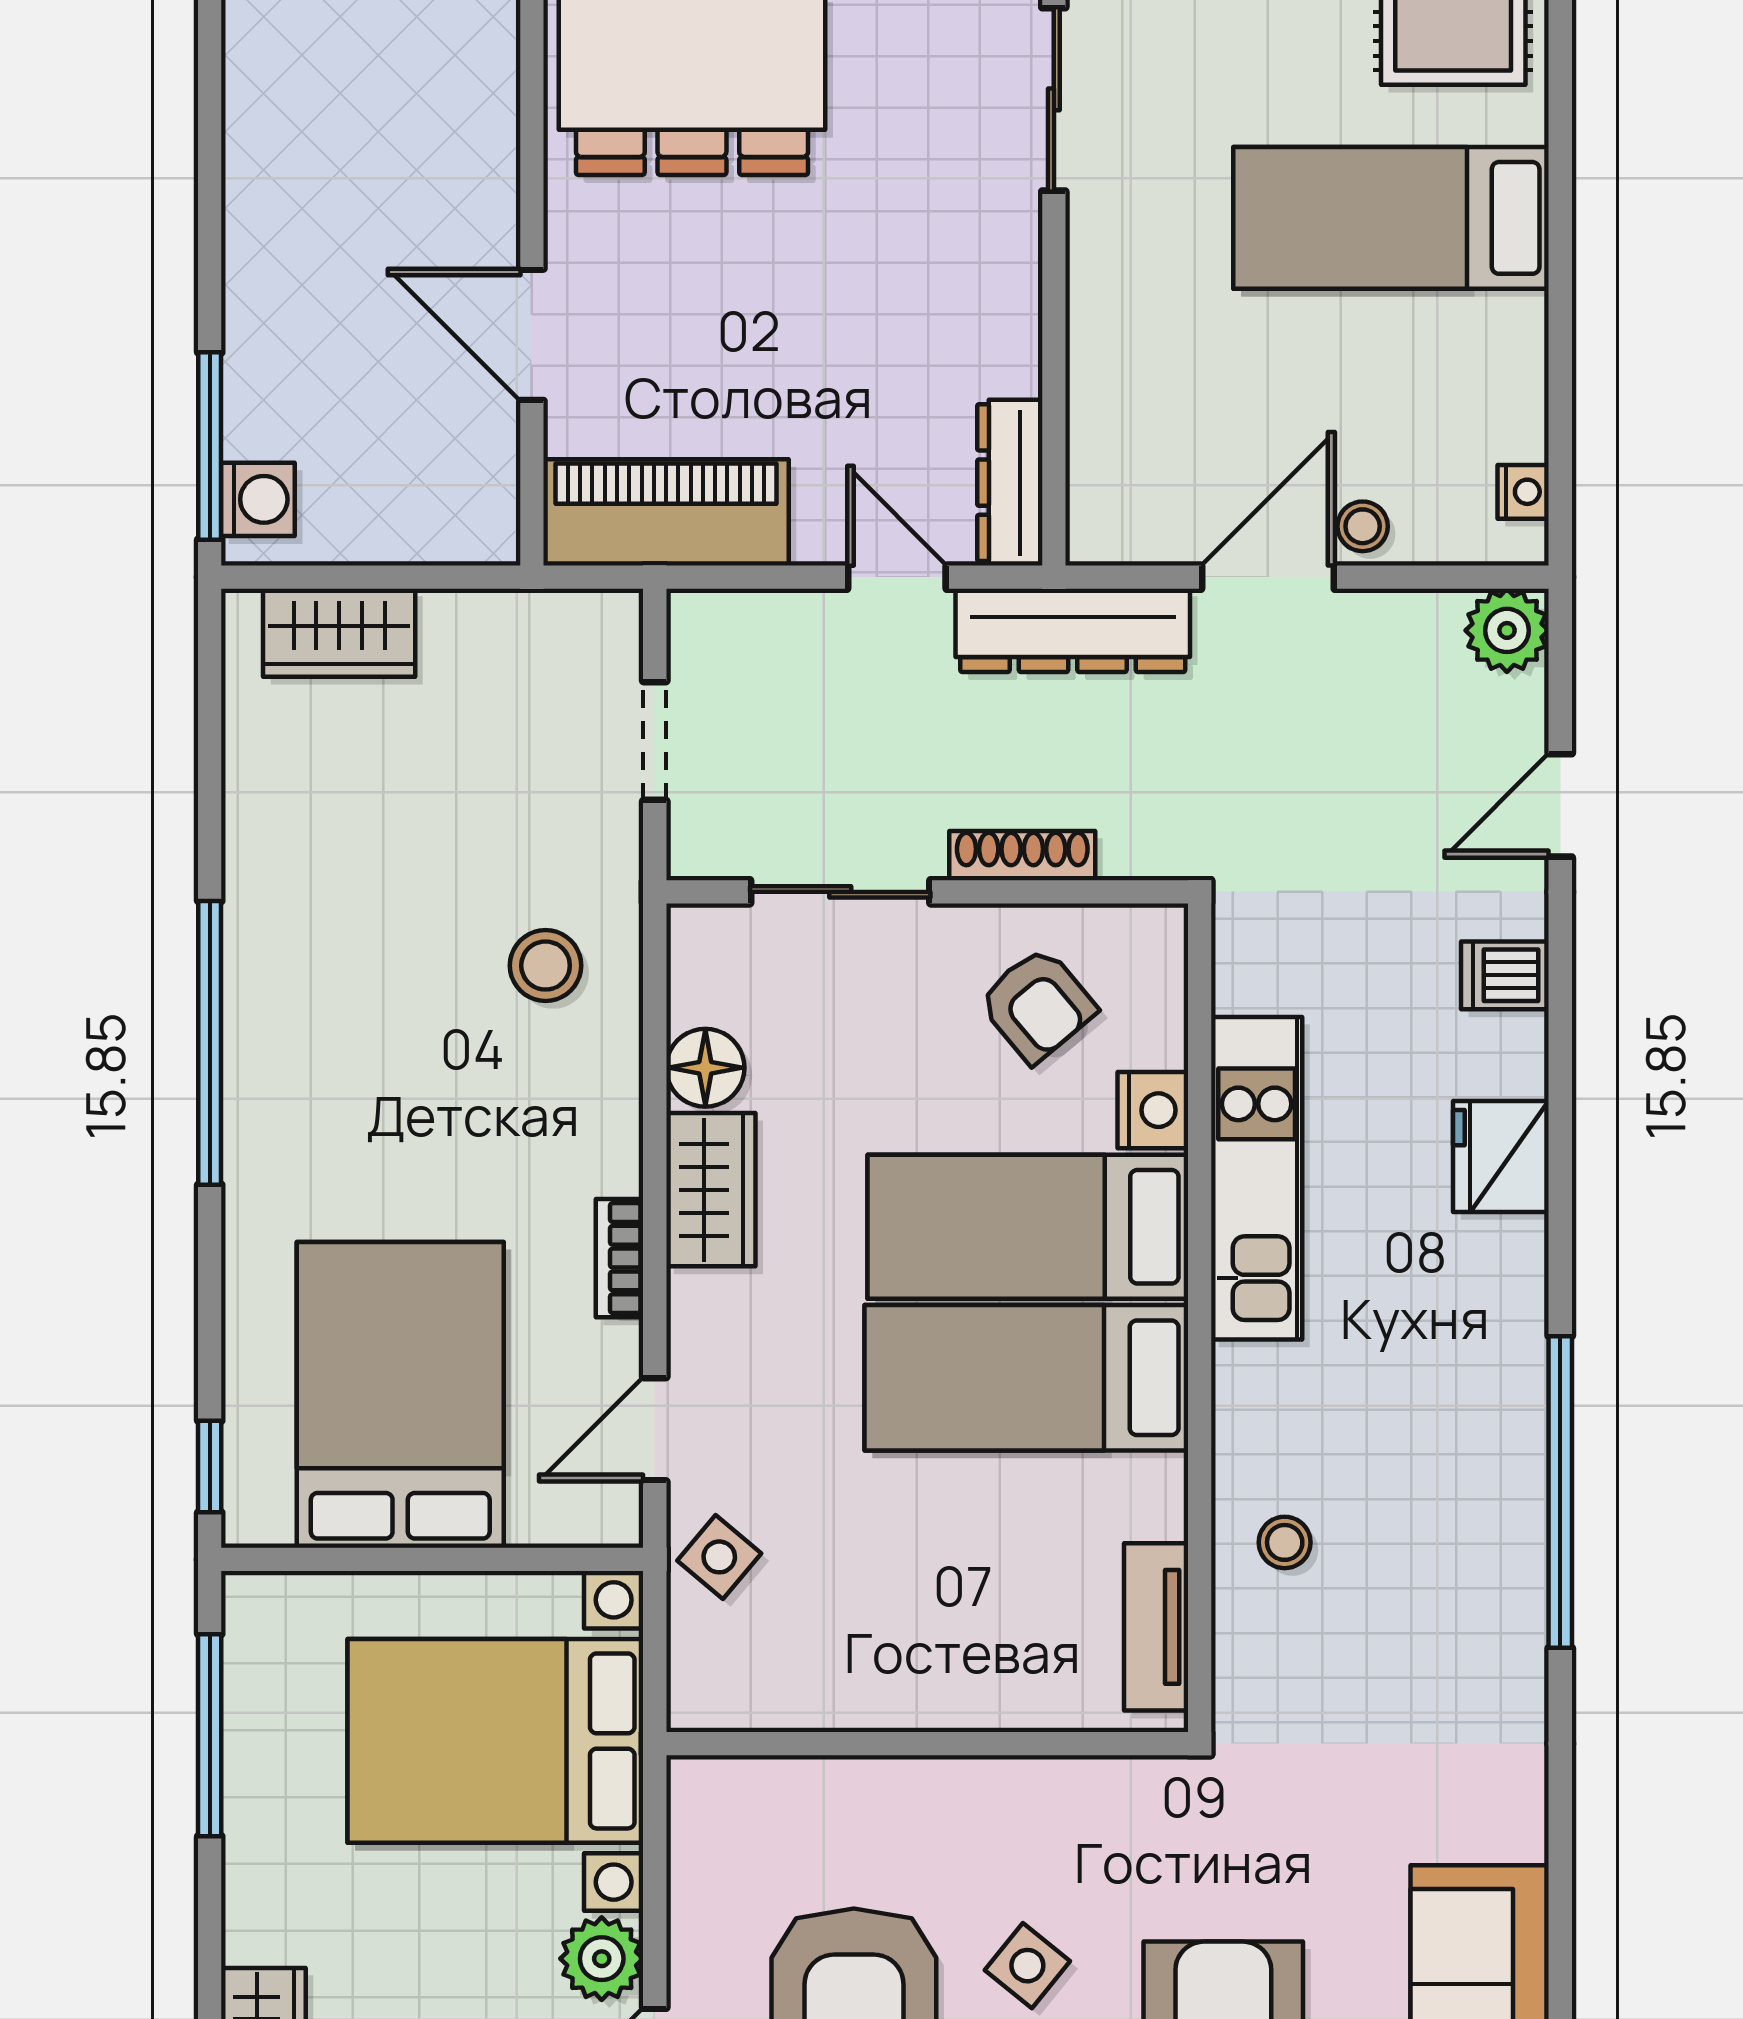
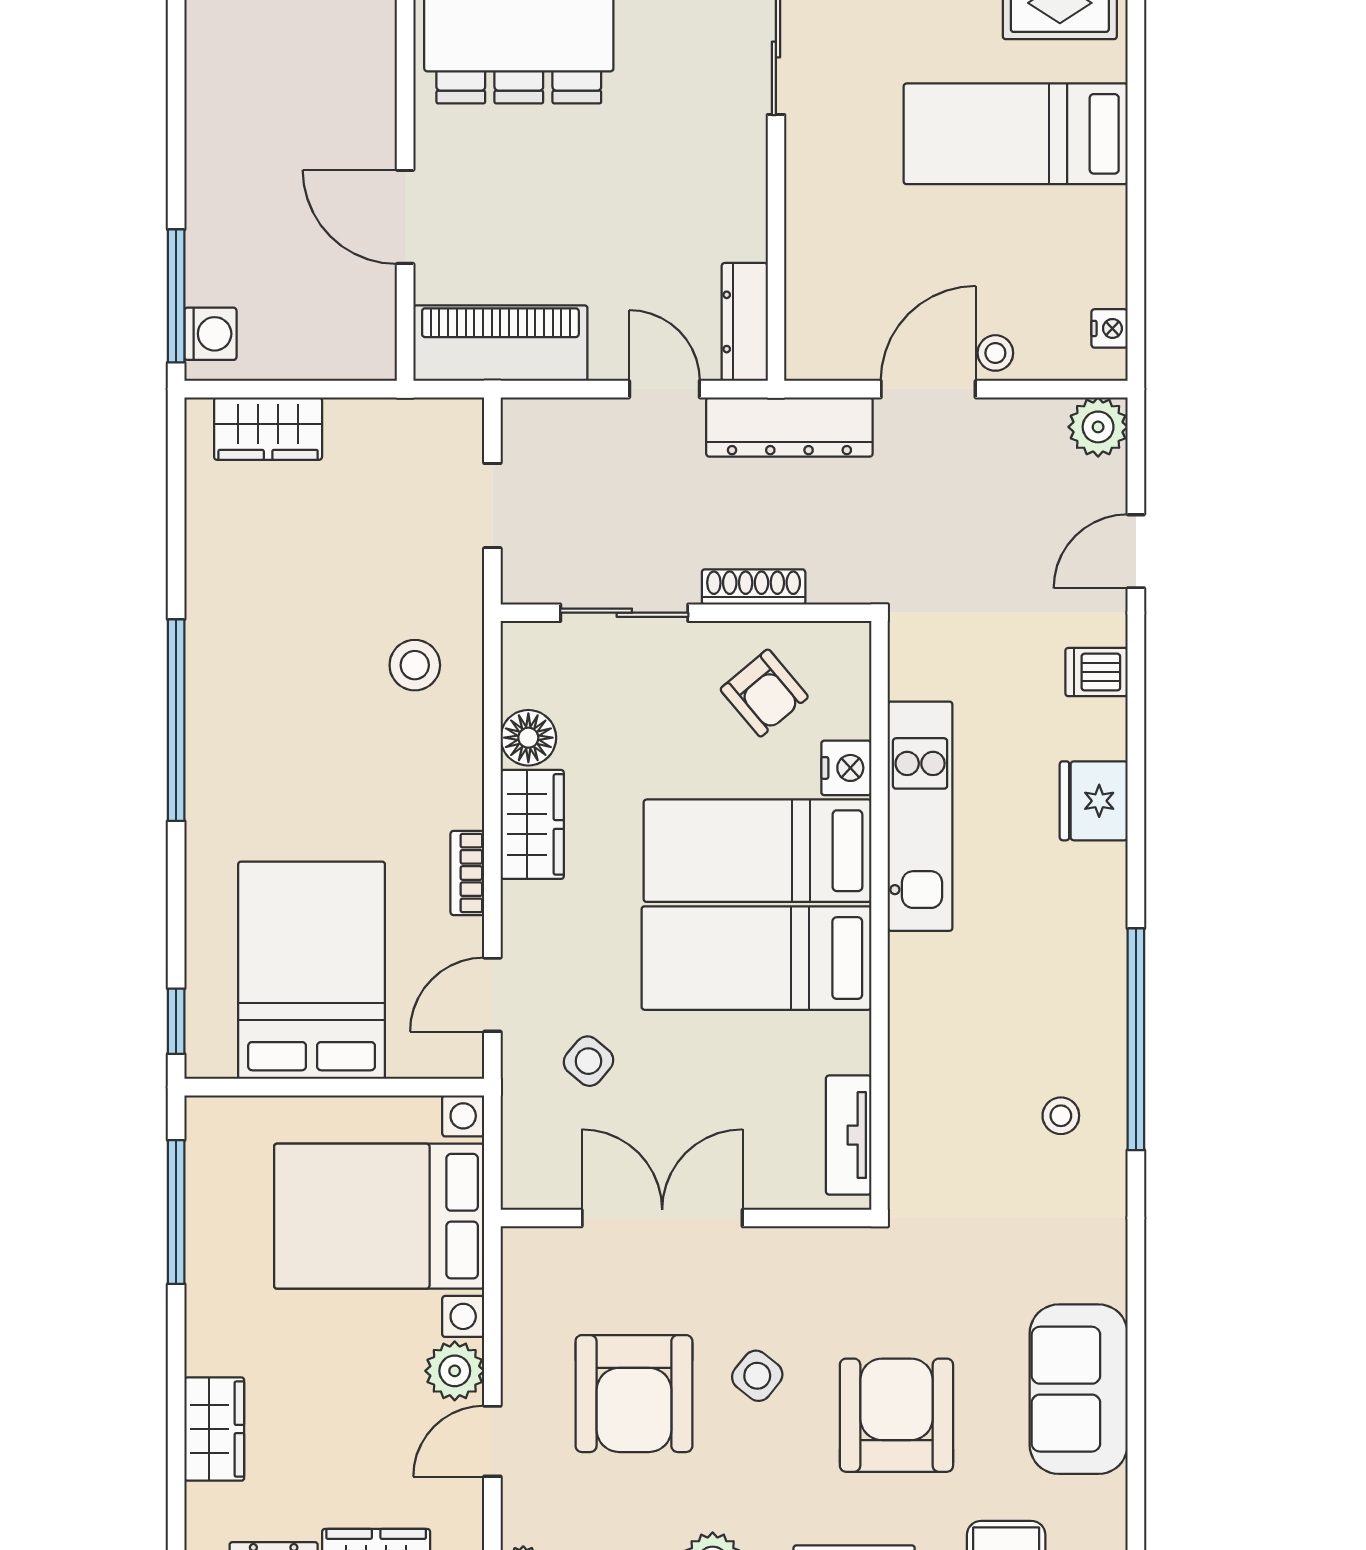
stool: (1285, 1542) -> (1061, 1116), moved
side table: (719, 1557) -> (588, 1061), moved
double door: (894, 1744) -> (662, 1218), added

